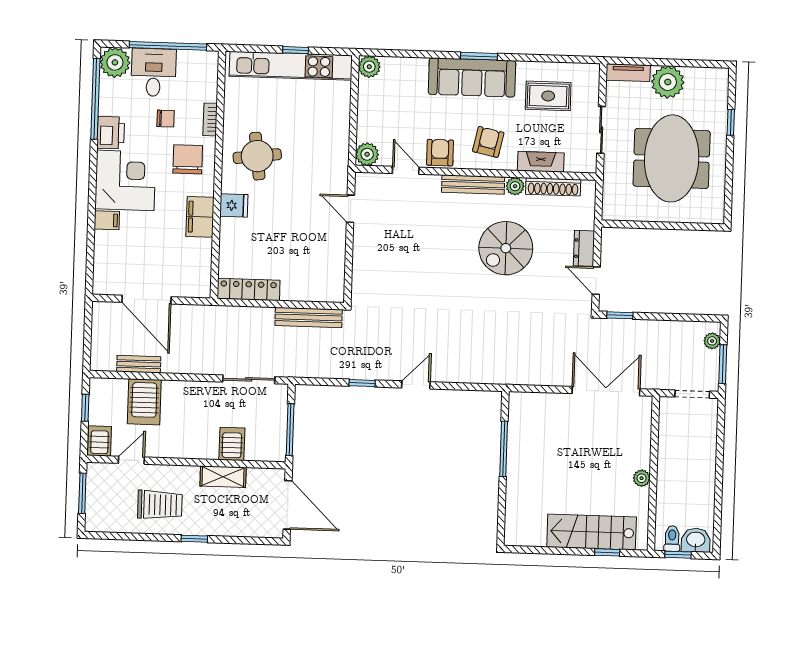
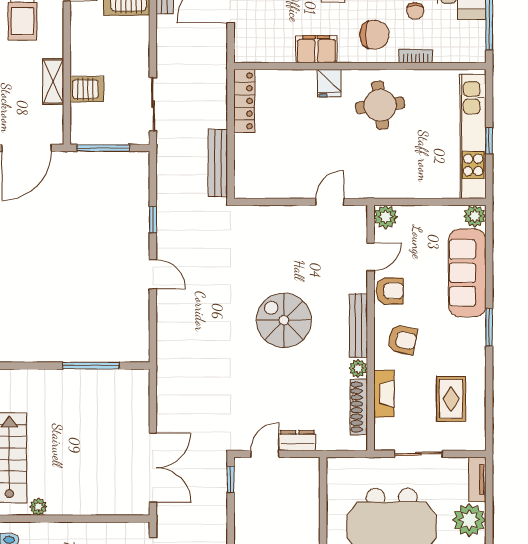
sofa: (472, 77) -> (467, 273), moved
spiral stairs: (506, 248) -> (284, 320), moved
plant: (642, 478) -> (38, 507), moved

